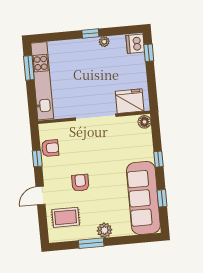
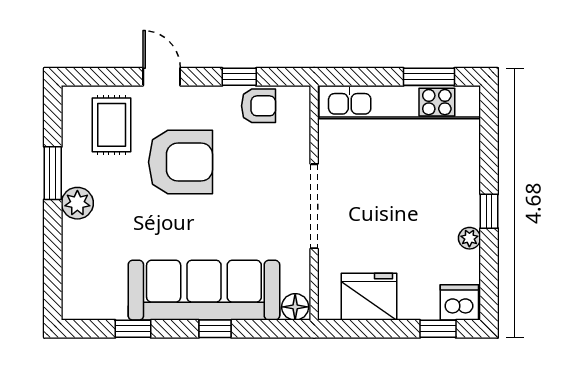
fridge: (130, 101) -> (369, 297), moved, turned -90
armchair: (50, 148) -> (259, 106), turned -90
armchair: (80, 183) -> (181, 162), width x1.88, depth x1.88
sofa: (143, 198) -> (204, 290), moved

